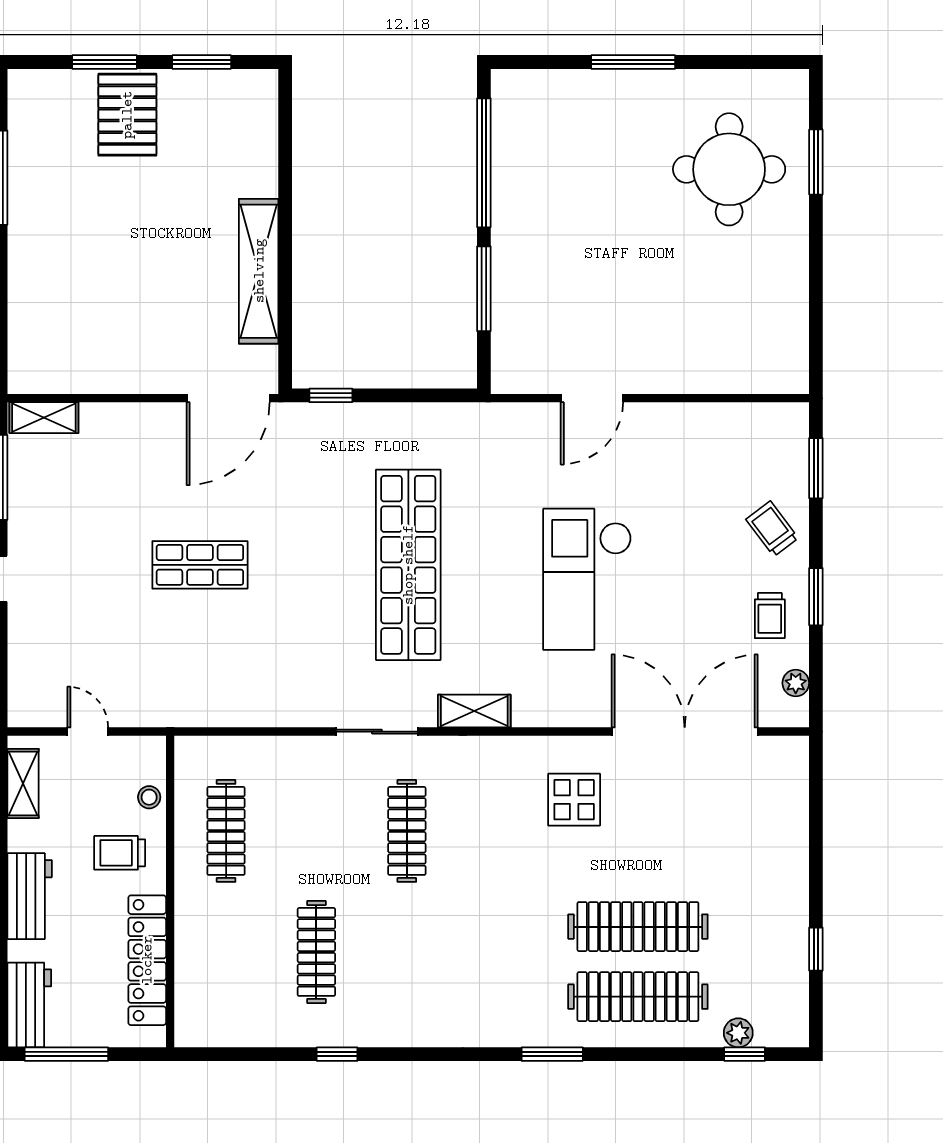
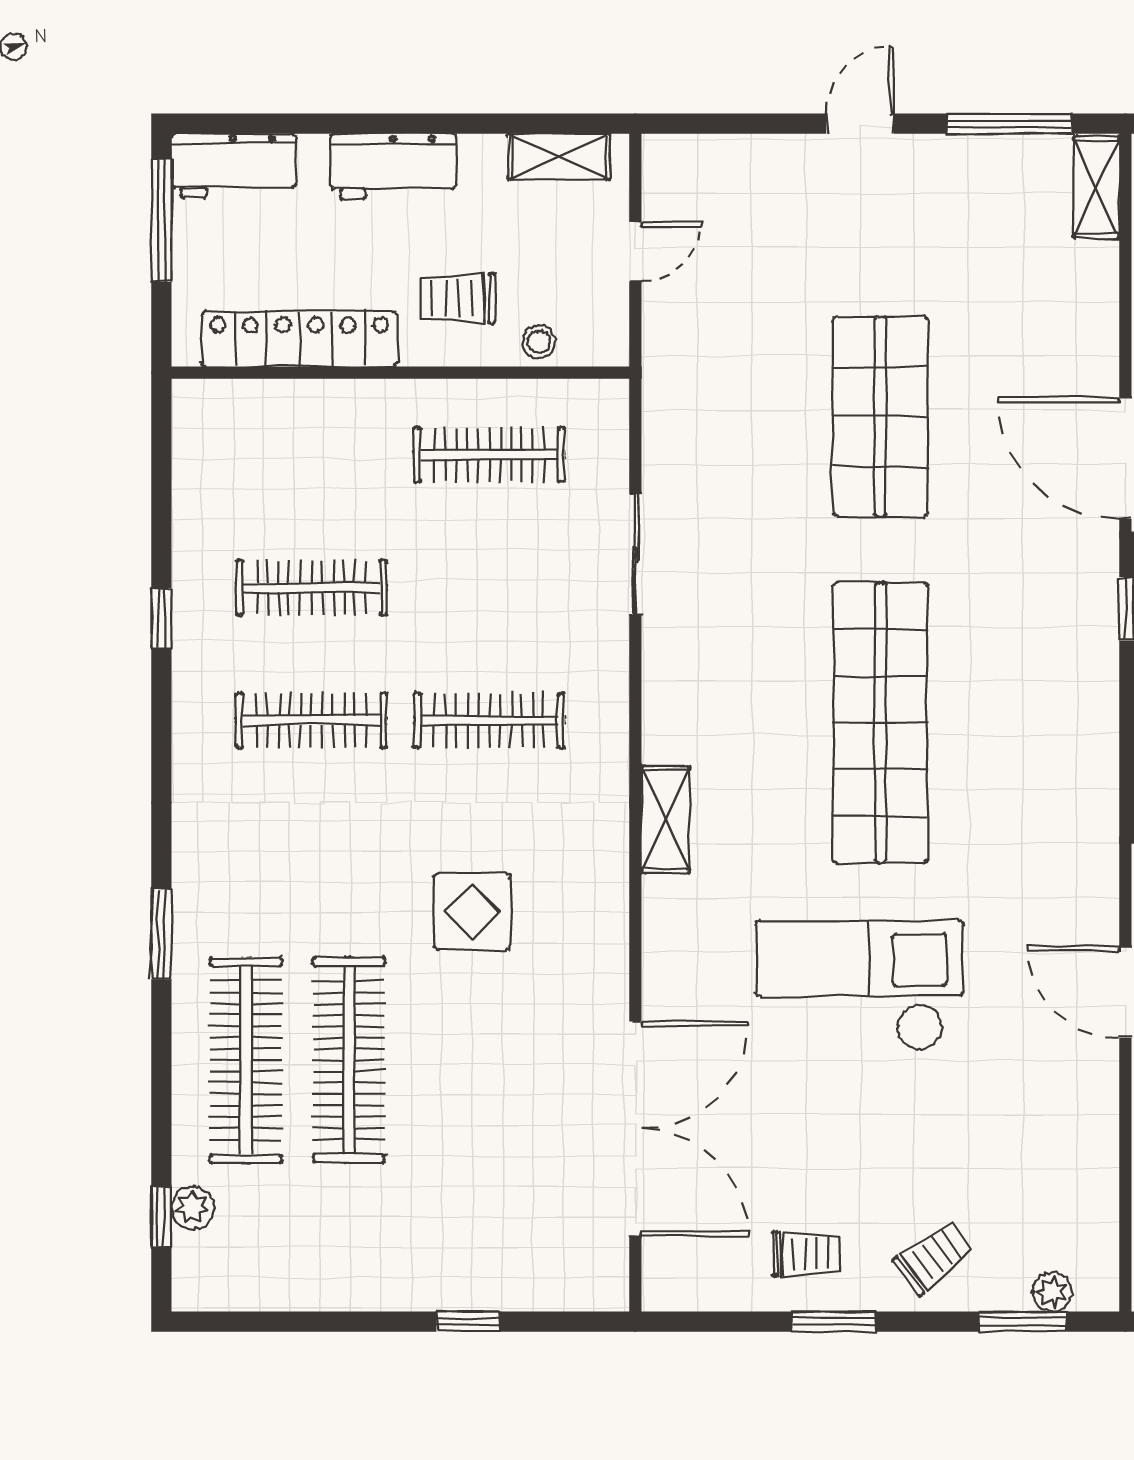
shop shelf: (200, 565) -> (880, 416), width x1.43, depth x1.36
shop shelf: (408, 565) -> (880, 723), turned 90
trolley: (770, 616) -> (806, 1254), turned 180
plant: (796, 683) -> (1052, 1292), moved
sliding door: (377, 732) -> (635, 554), moved
display table: (574, 800) -> (472, 911), moved
trolley: (120, 853) -> (457, 298), turned -90
window: (816, 949) -> (468, 1322), moved
clothes rail: (407, 952) -> (311, 720), added

